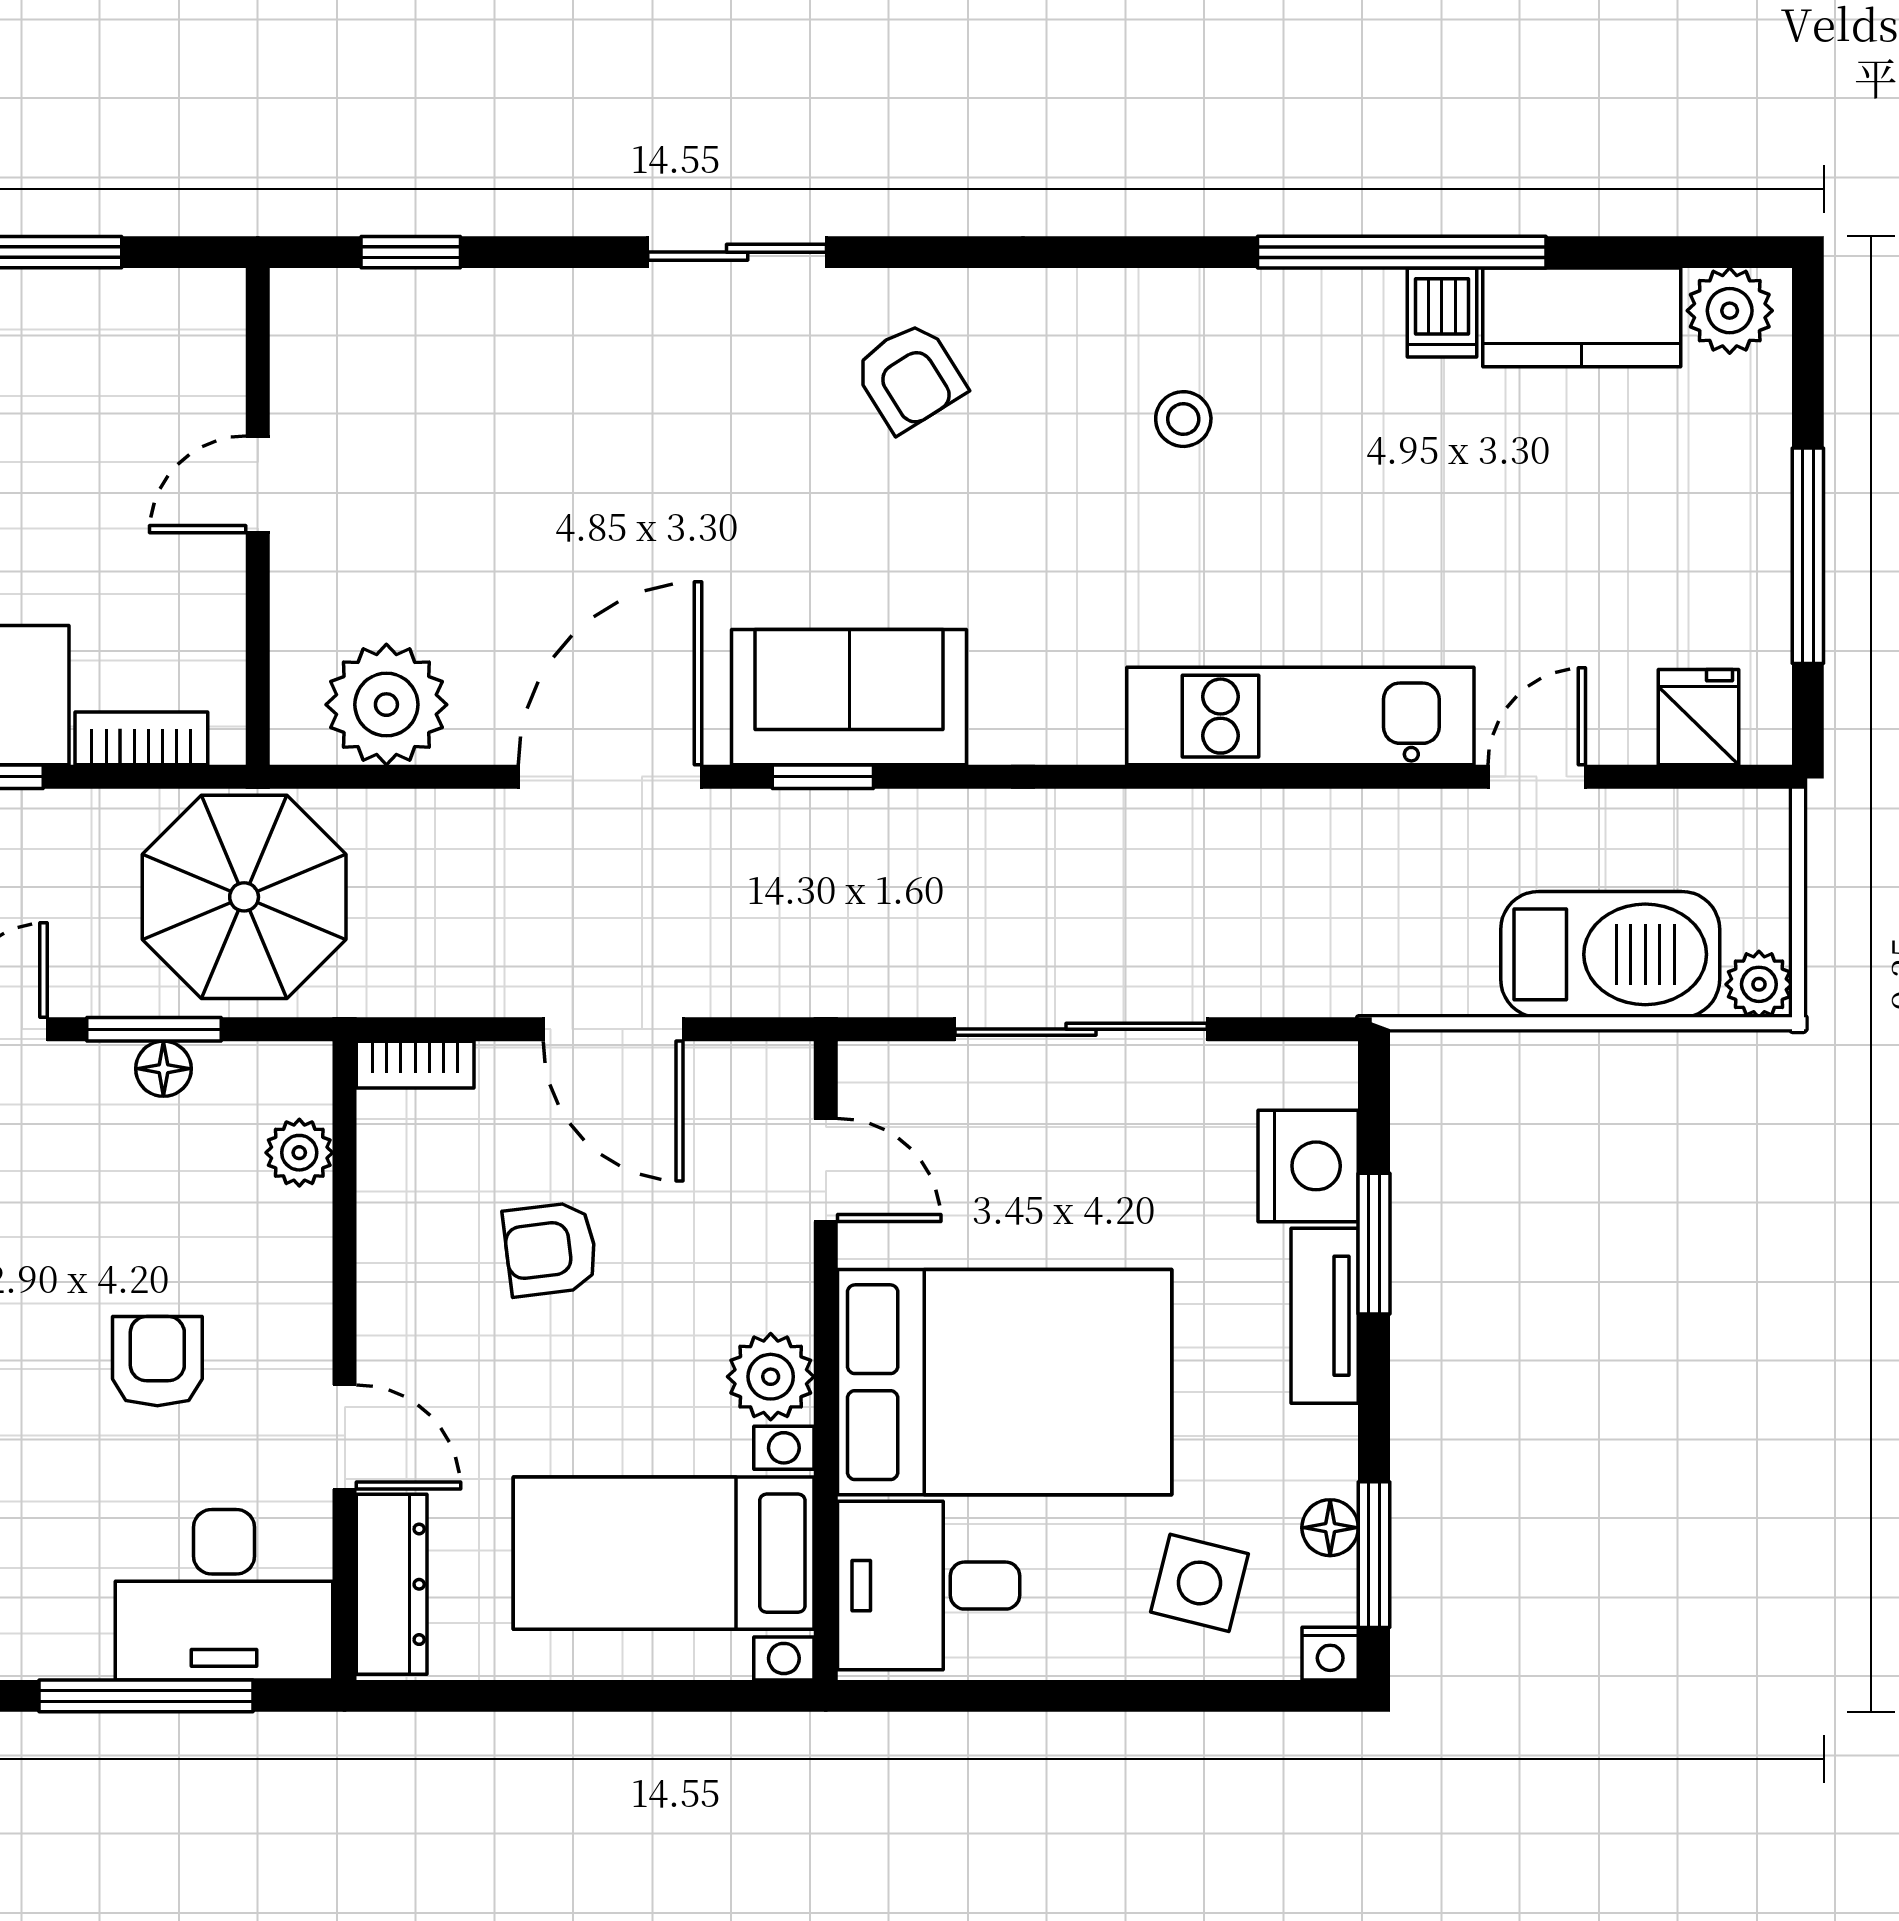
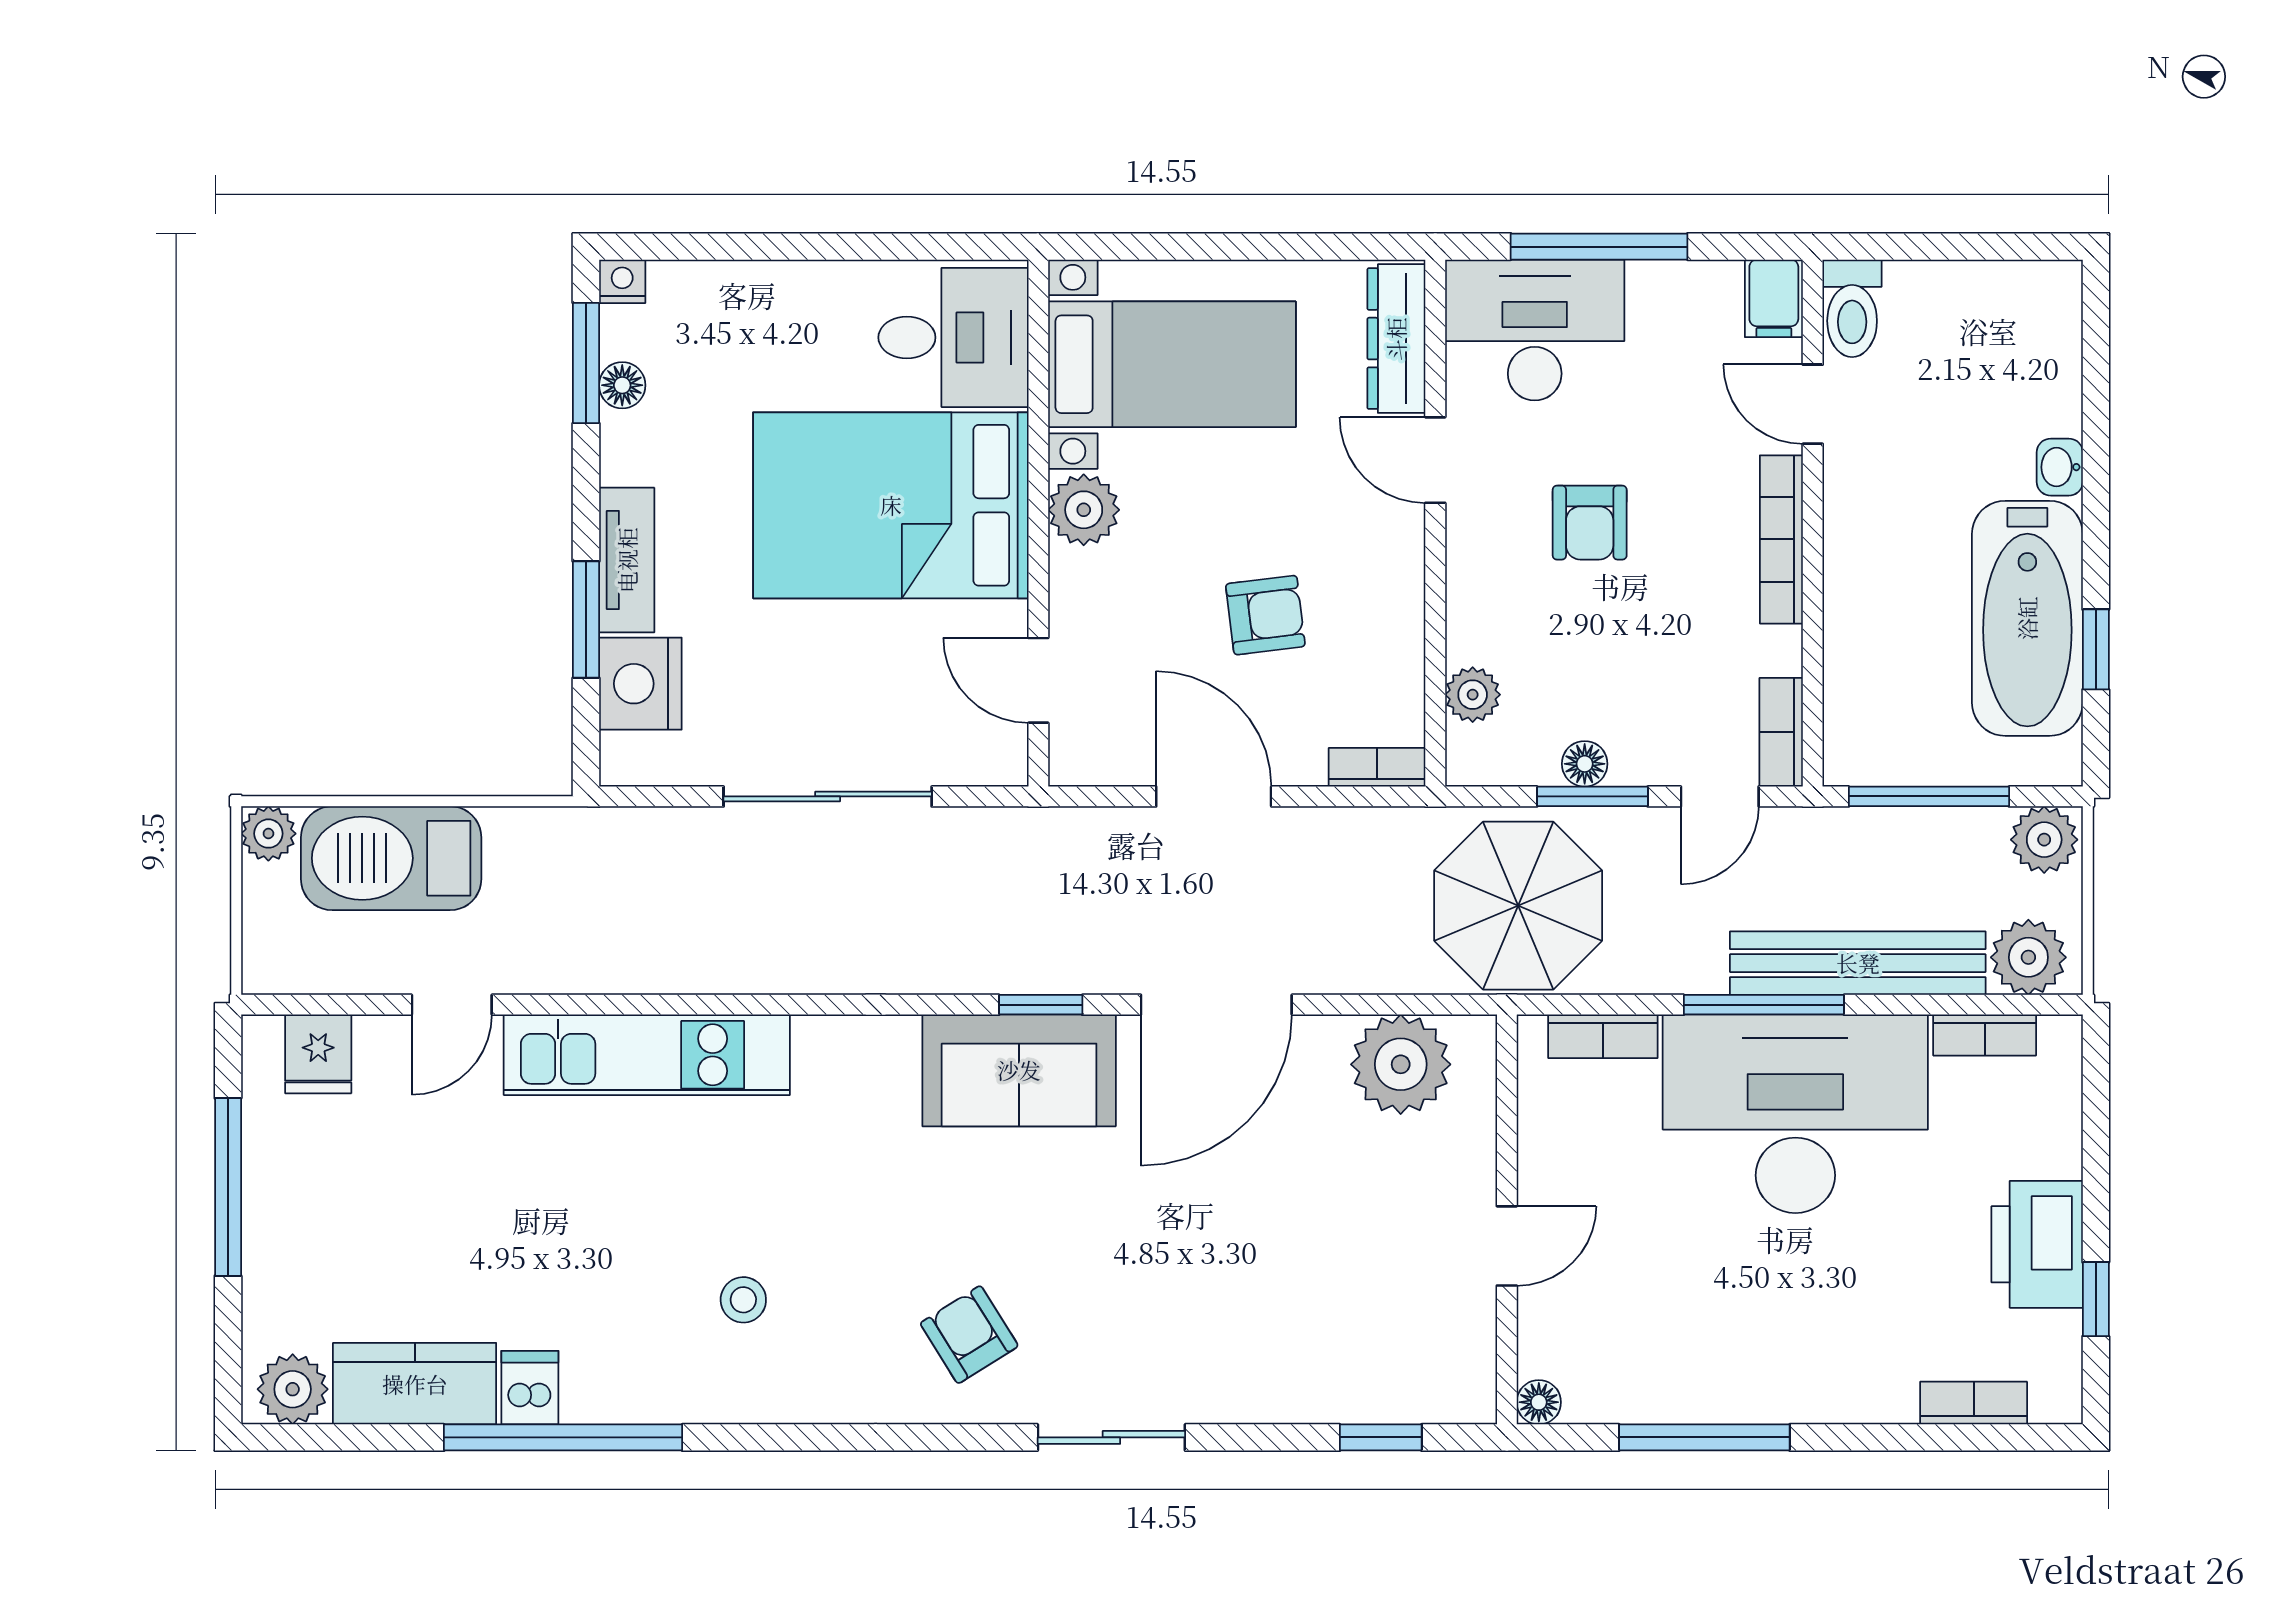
floor lamp: (219, 295) -> (1539, 1402), added
side table: (1199, 1583) -> (730, 340), removed

